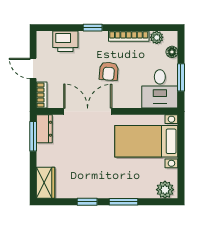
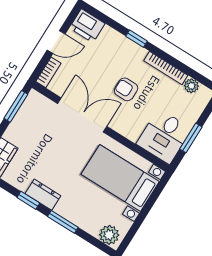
printer: (65, 41) -> (87, 26), moved
floor lamp: (172, 52) -> (197, 109), removed
door: (33, 68) -> (56, 42), swing flipped
armchair: (109, 71) -> (126, 89), turned 86
dresser: (44, 129) -> (43, 195), moved, turned -90

